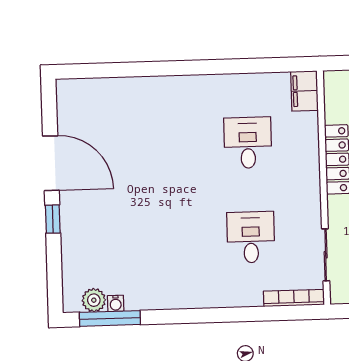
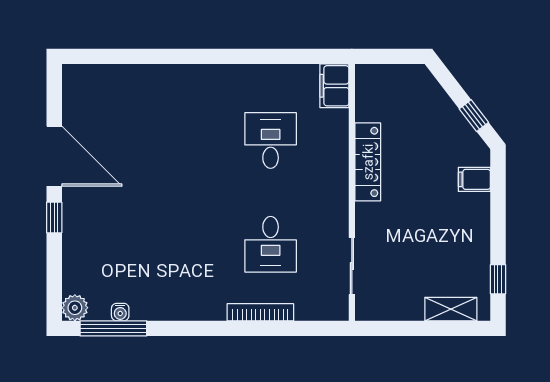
desk: (251, 237) -> (271, 244), turned 180
bookcase: (294, 298) -> (260, 312), moved
plant: (94, 300) -> (75, 308), moved

